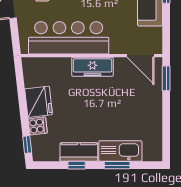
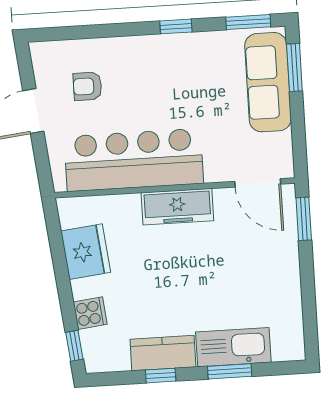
fridge: (39, 102) -> (86, 252), moved

